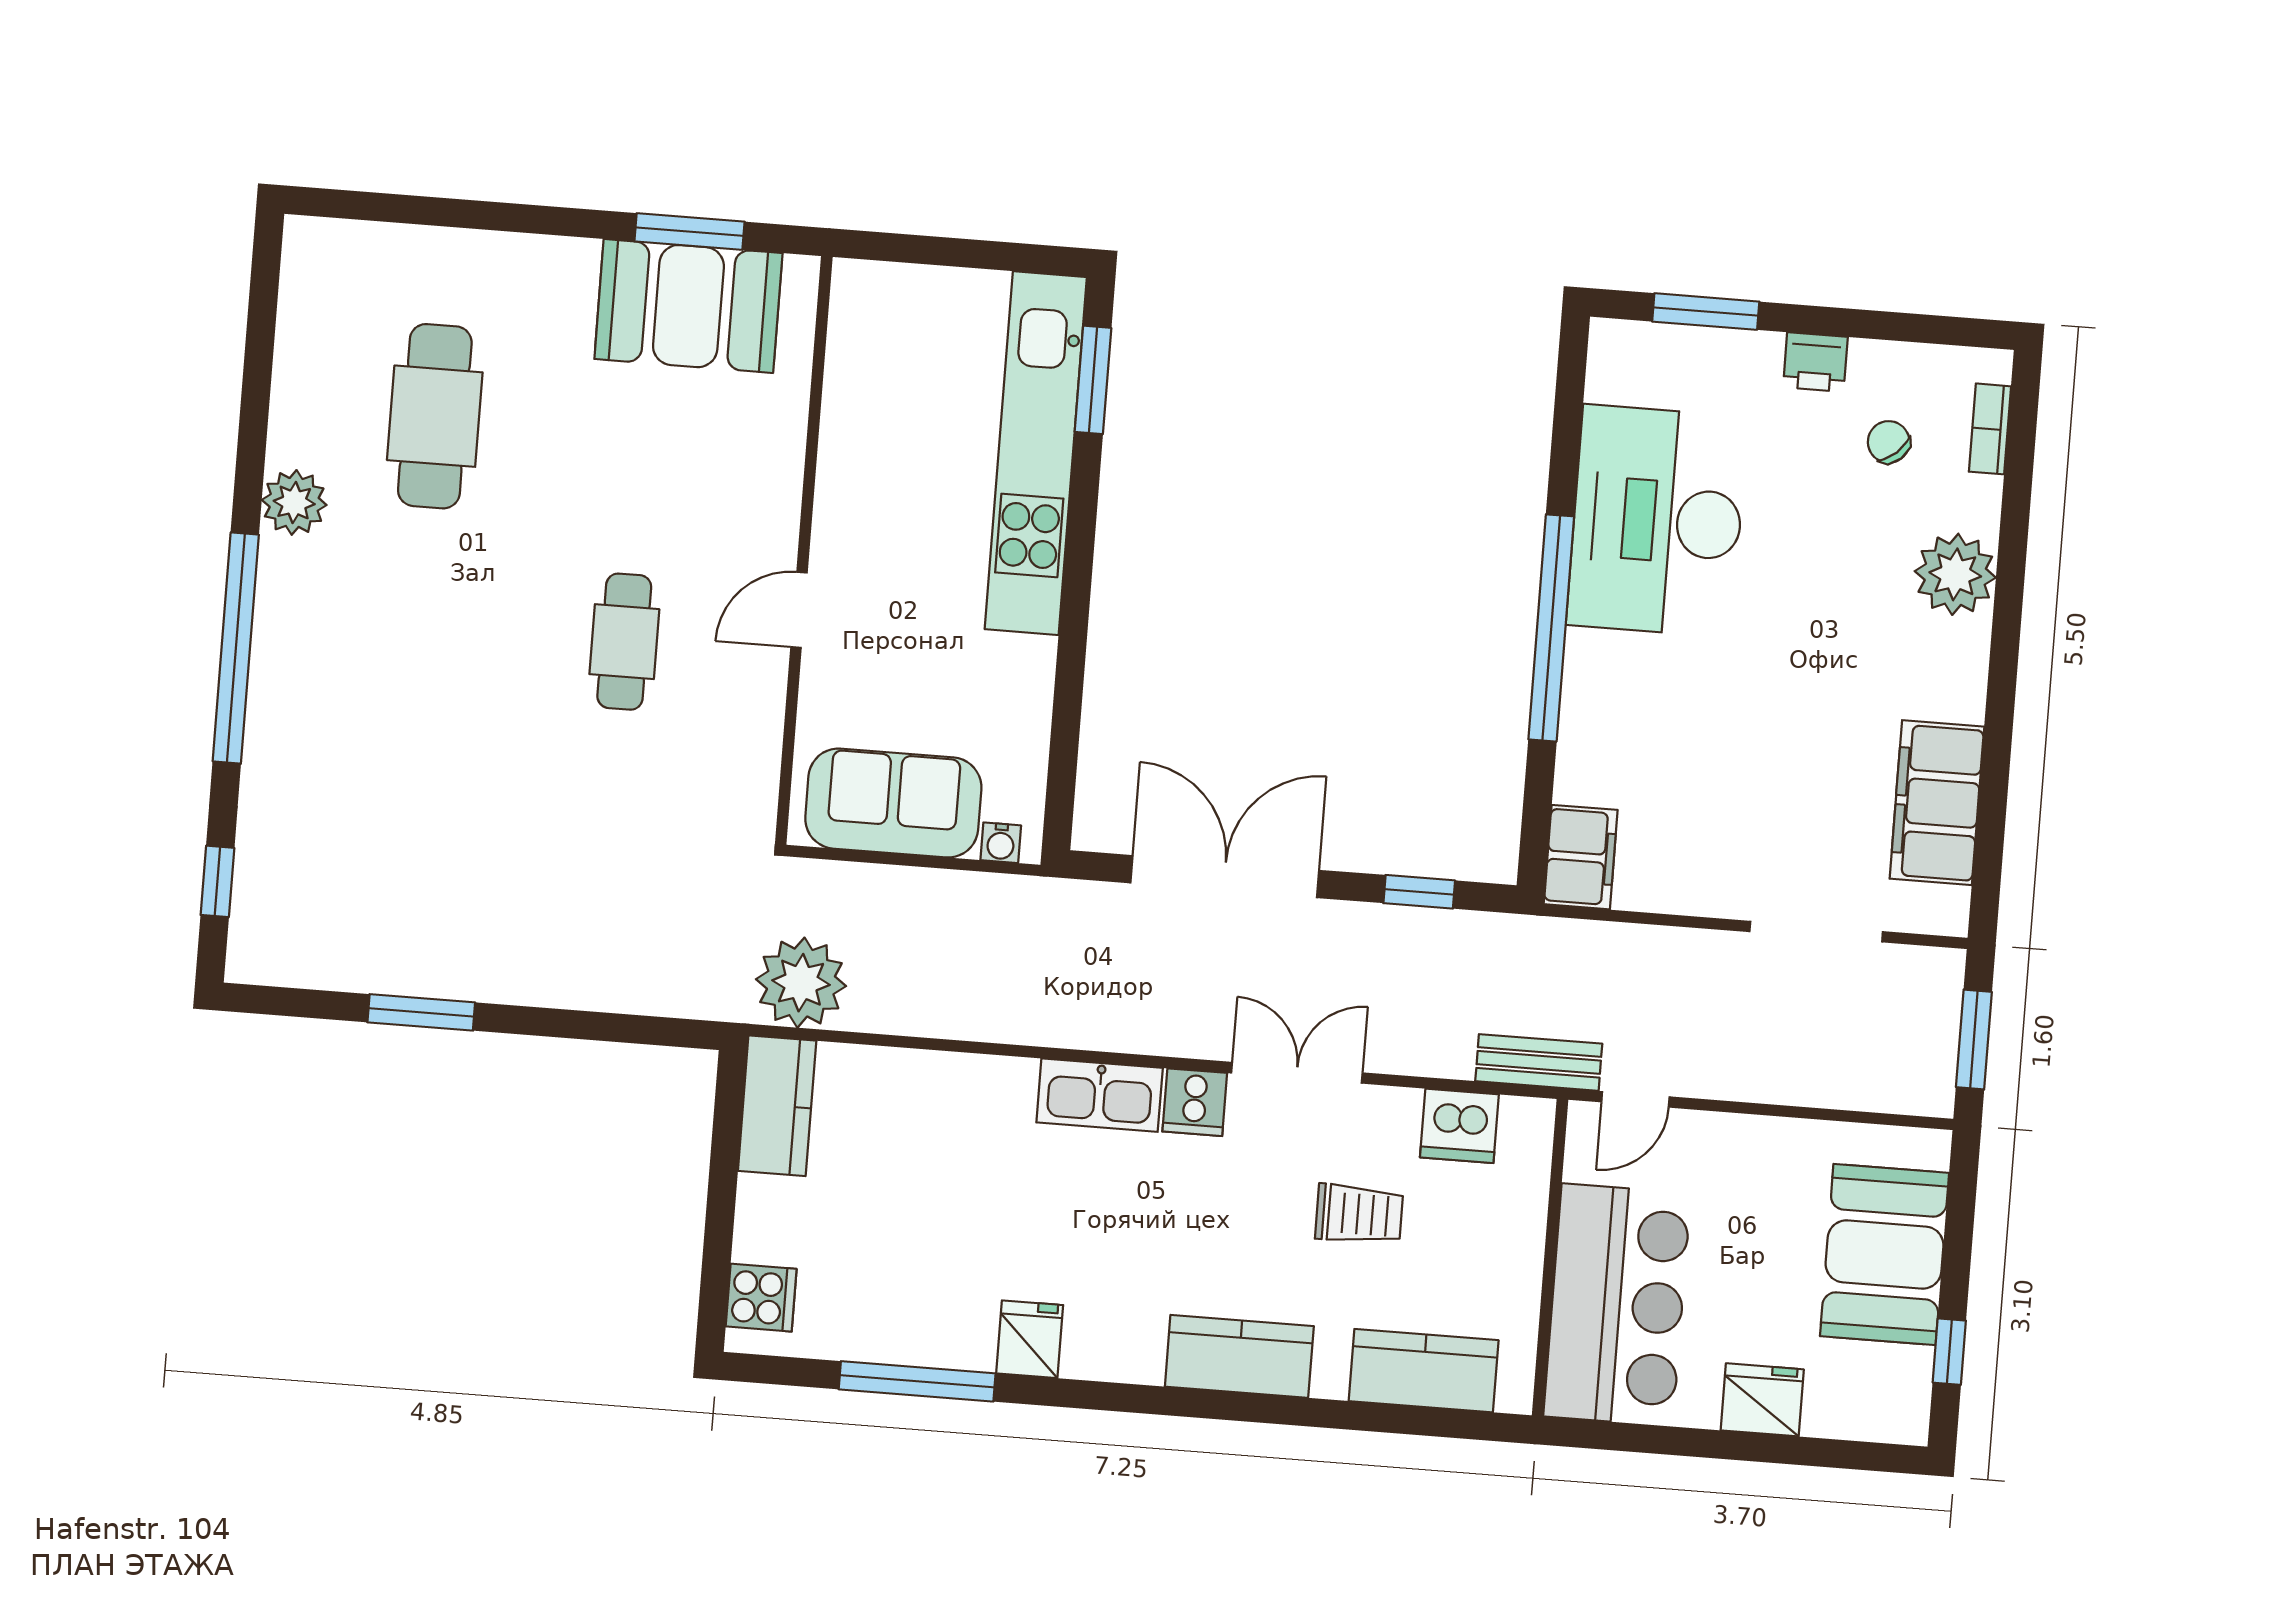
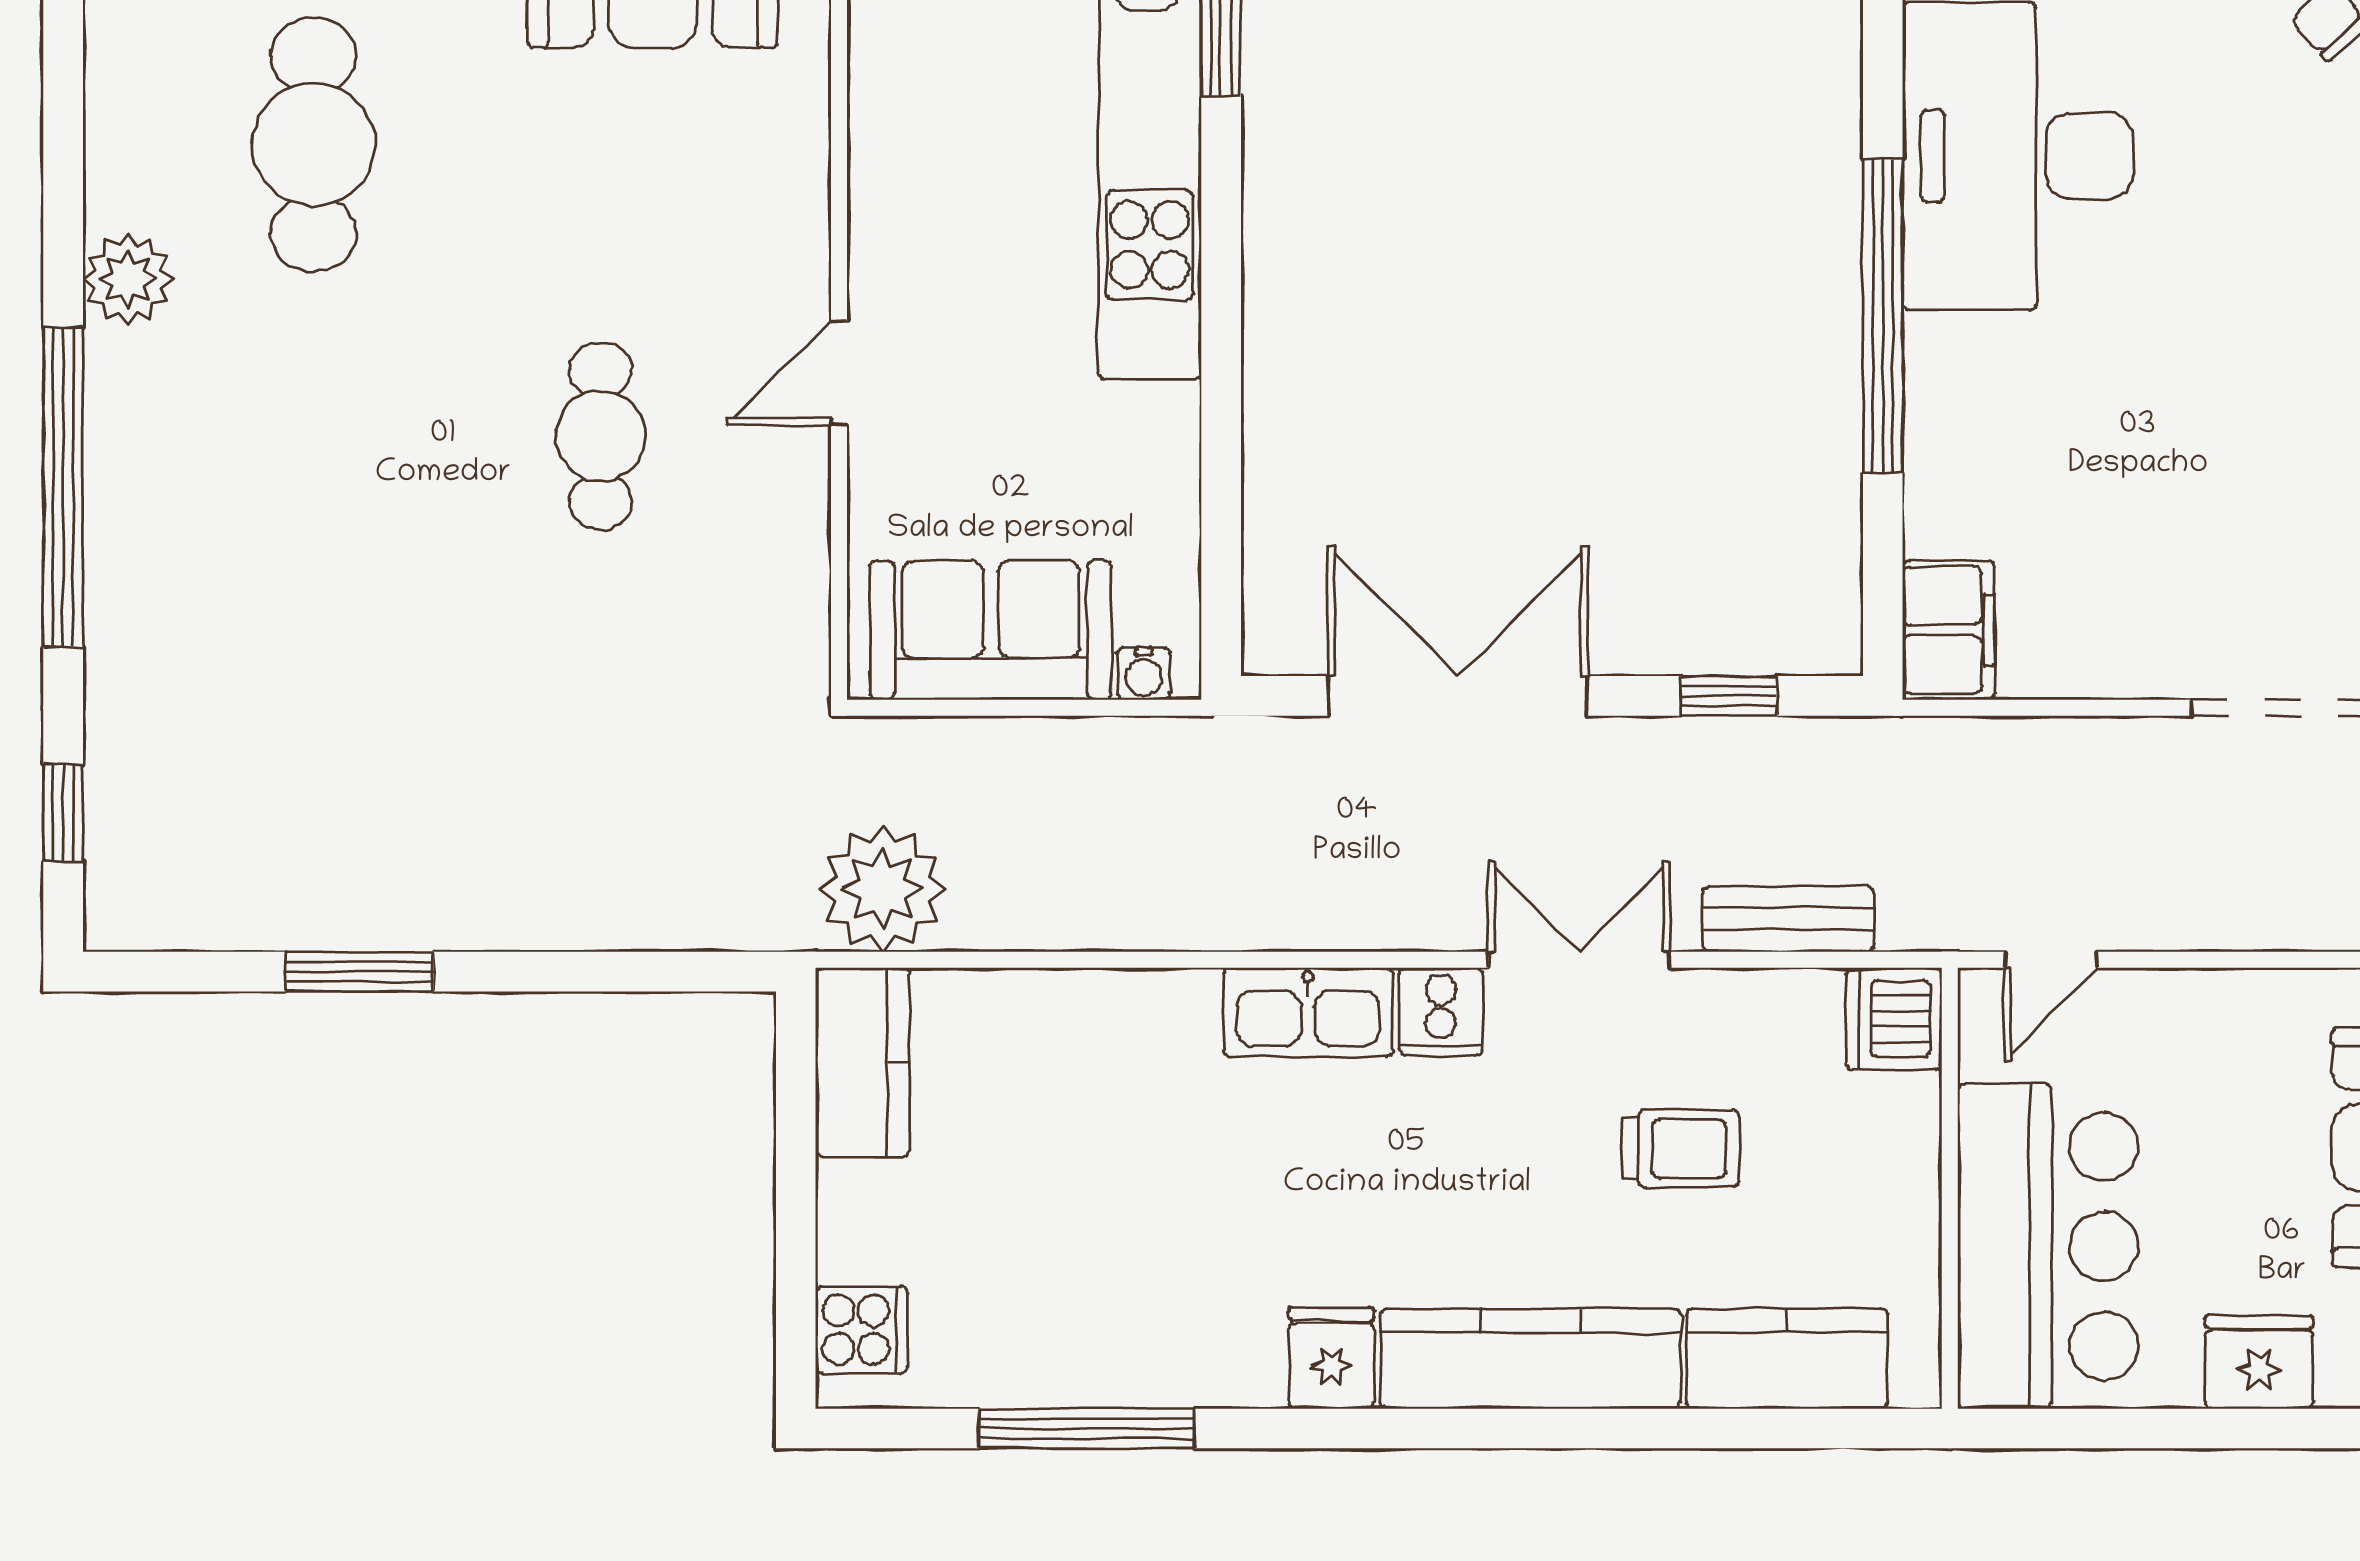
bench: (1539, 1062) -> (1788, 919), moved
dishwasher: (1459, 1126) -> (1894, 1019), moved, turned 90
fridge: (1030, 1339) -> (1331, 1358), moved
kitchen counter: (1239, 1356) -> (1530, 1359), width x1.50

